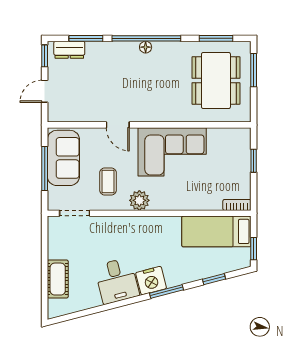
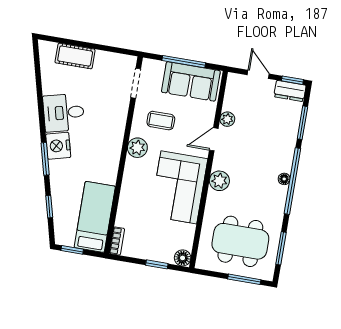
dresser: (69, 50) -> (290, 91), moved, turned -90
plant: (159, 112) -> (219, 181), added
plant: (95, 115) -> (227, 119), added
floor lamp: (243, 136) -> (183, 258), added

